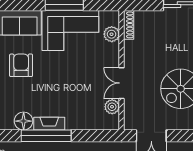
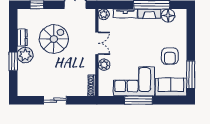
plant: (112, 34) -> (104, 65), moved
plant: (112, 107) -> (104, 14), moved
tv unit: (82, 124) -> (125, 13), added

